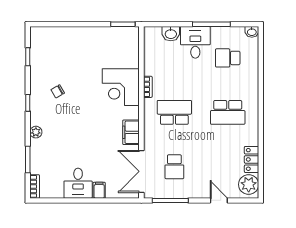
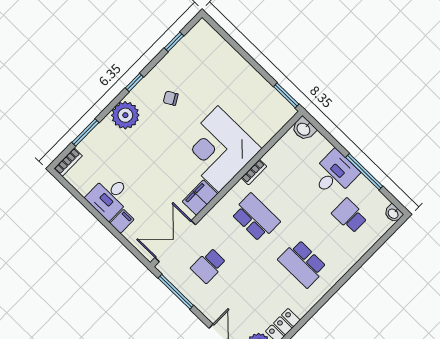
washbasin: (171, 34) -> (304, 129), moved
corner desk: (121, 87) -> (218, 149), width x1.36, depth x1.36
plant: (36, 132) -> (125, 115), width x1.87, depth x1.87

